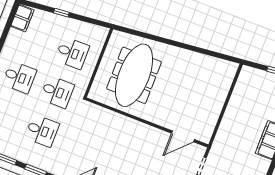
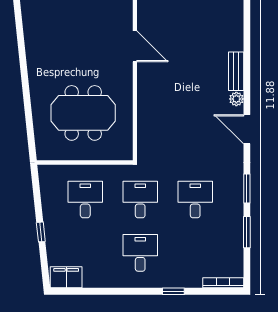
meeting table: (134, 75) -> (83, 113), width x0.73
door: (183, 136) -> (135, 46), moved

